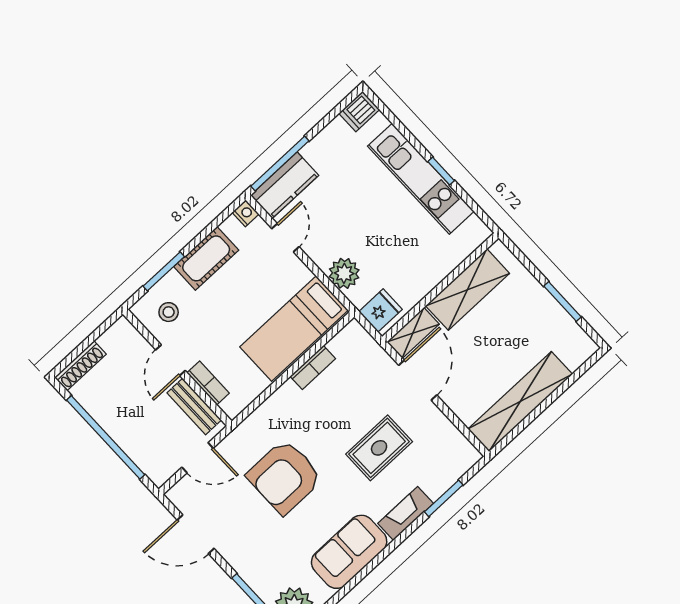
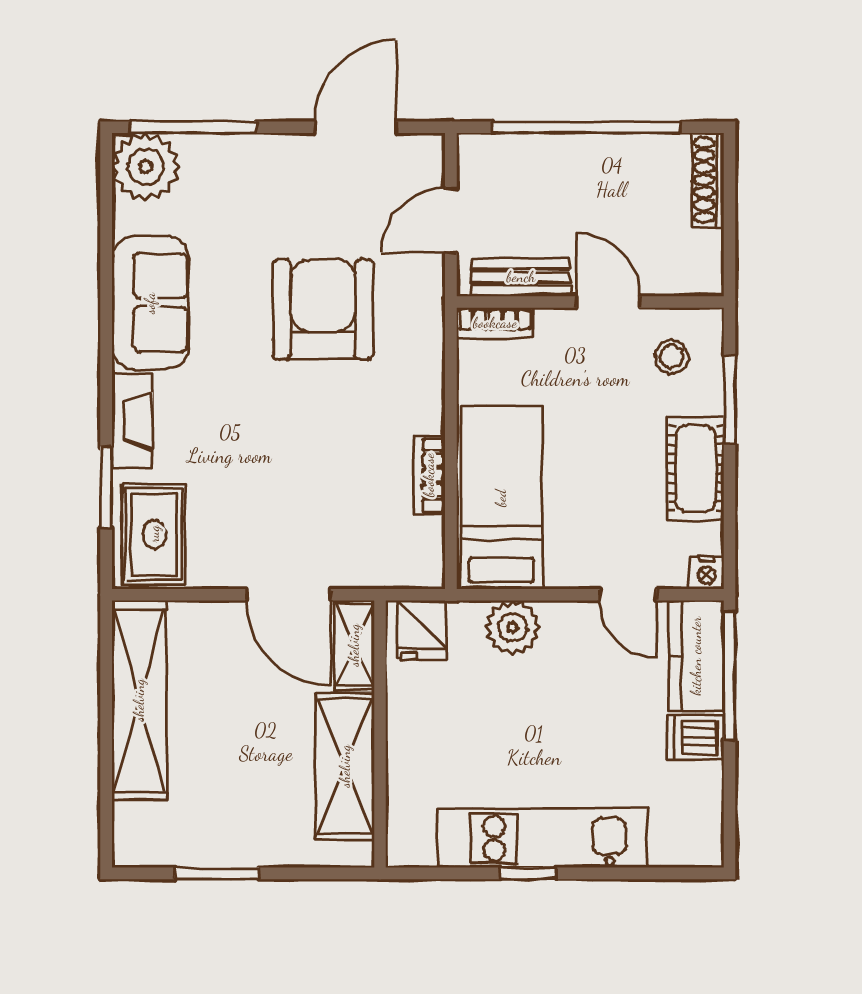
dishwasher: (359, 111) -> (695, 737), moved, turned -90
bookcase: (208, 383) -> (495, 323), moved
rug: (379, 448) -> (154, 534), moved

